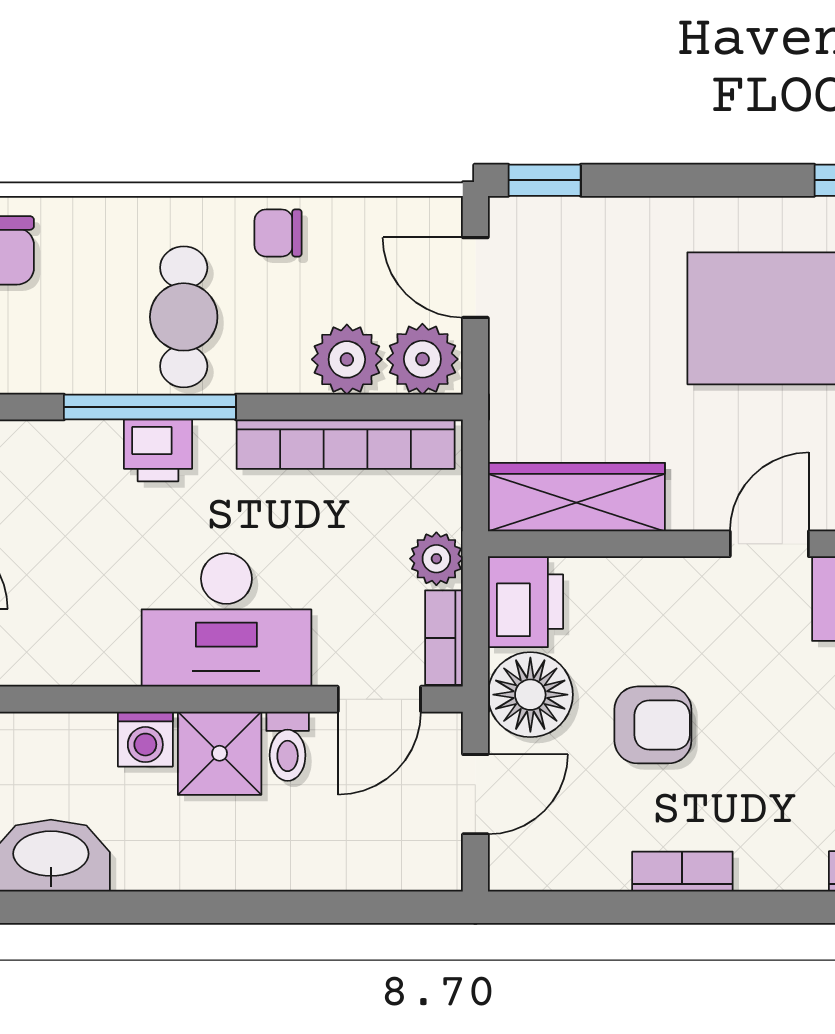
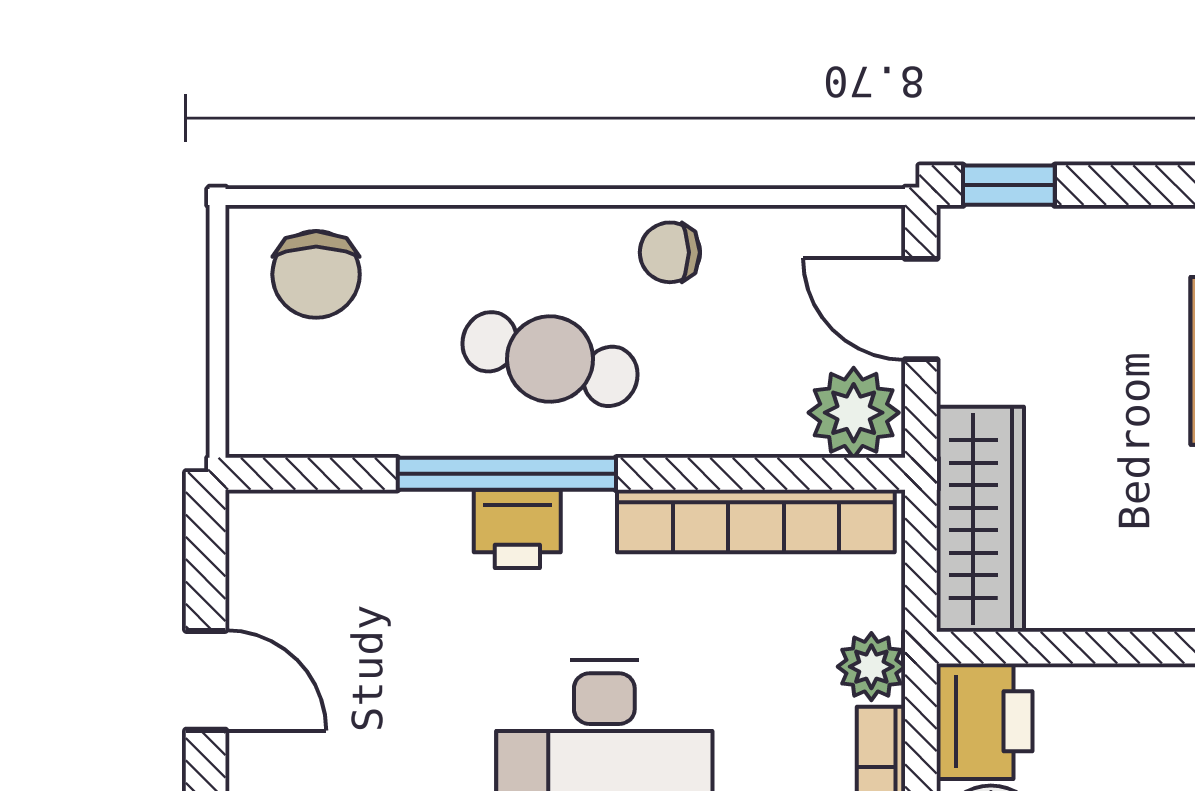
cafe table: (184, 317) -> (550, 359), turned -74
plant: (347, 359) -> (757, 413), removed
wardrobe: (576, 497) -> (980, 519), moved, turned 90

